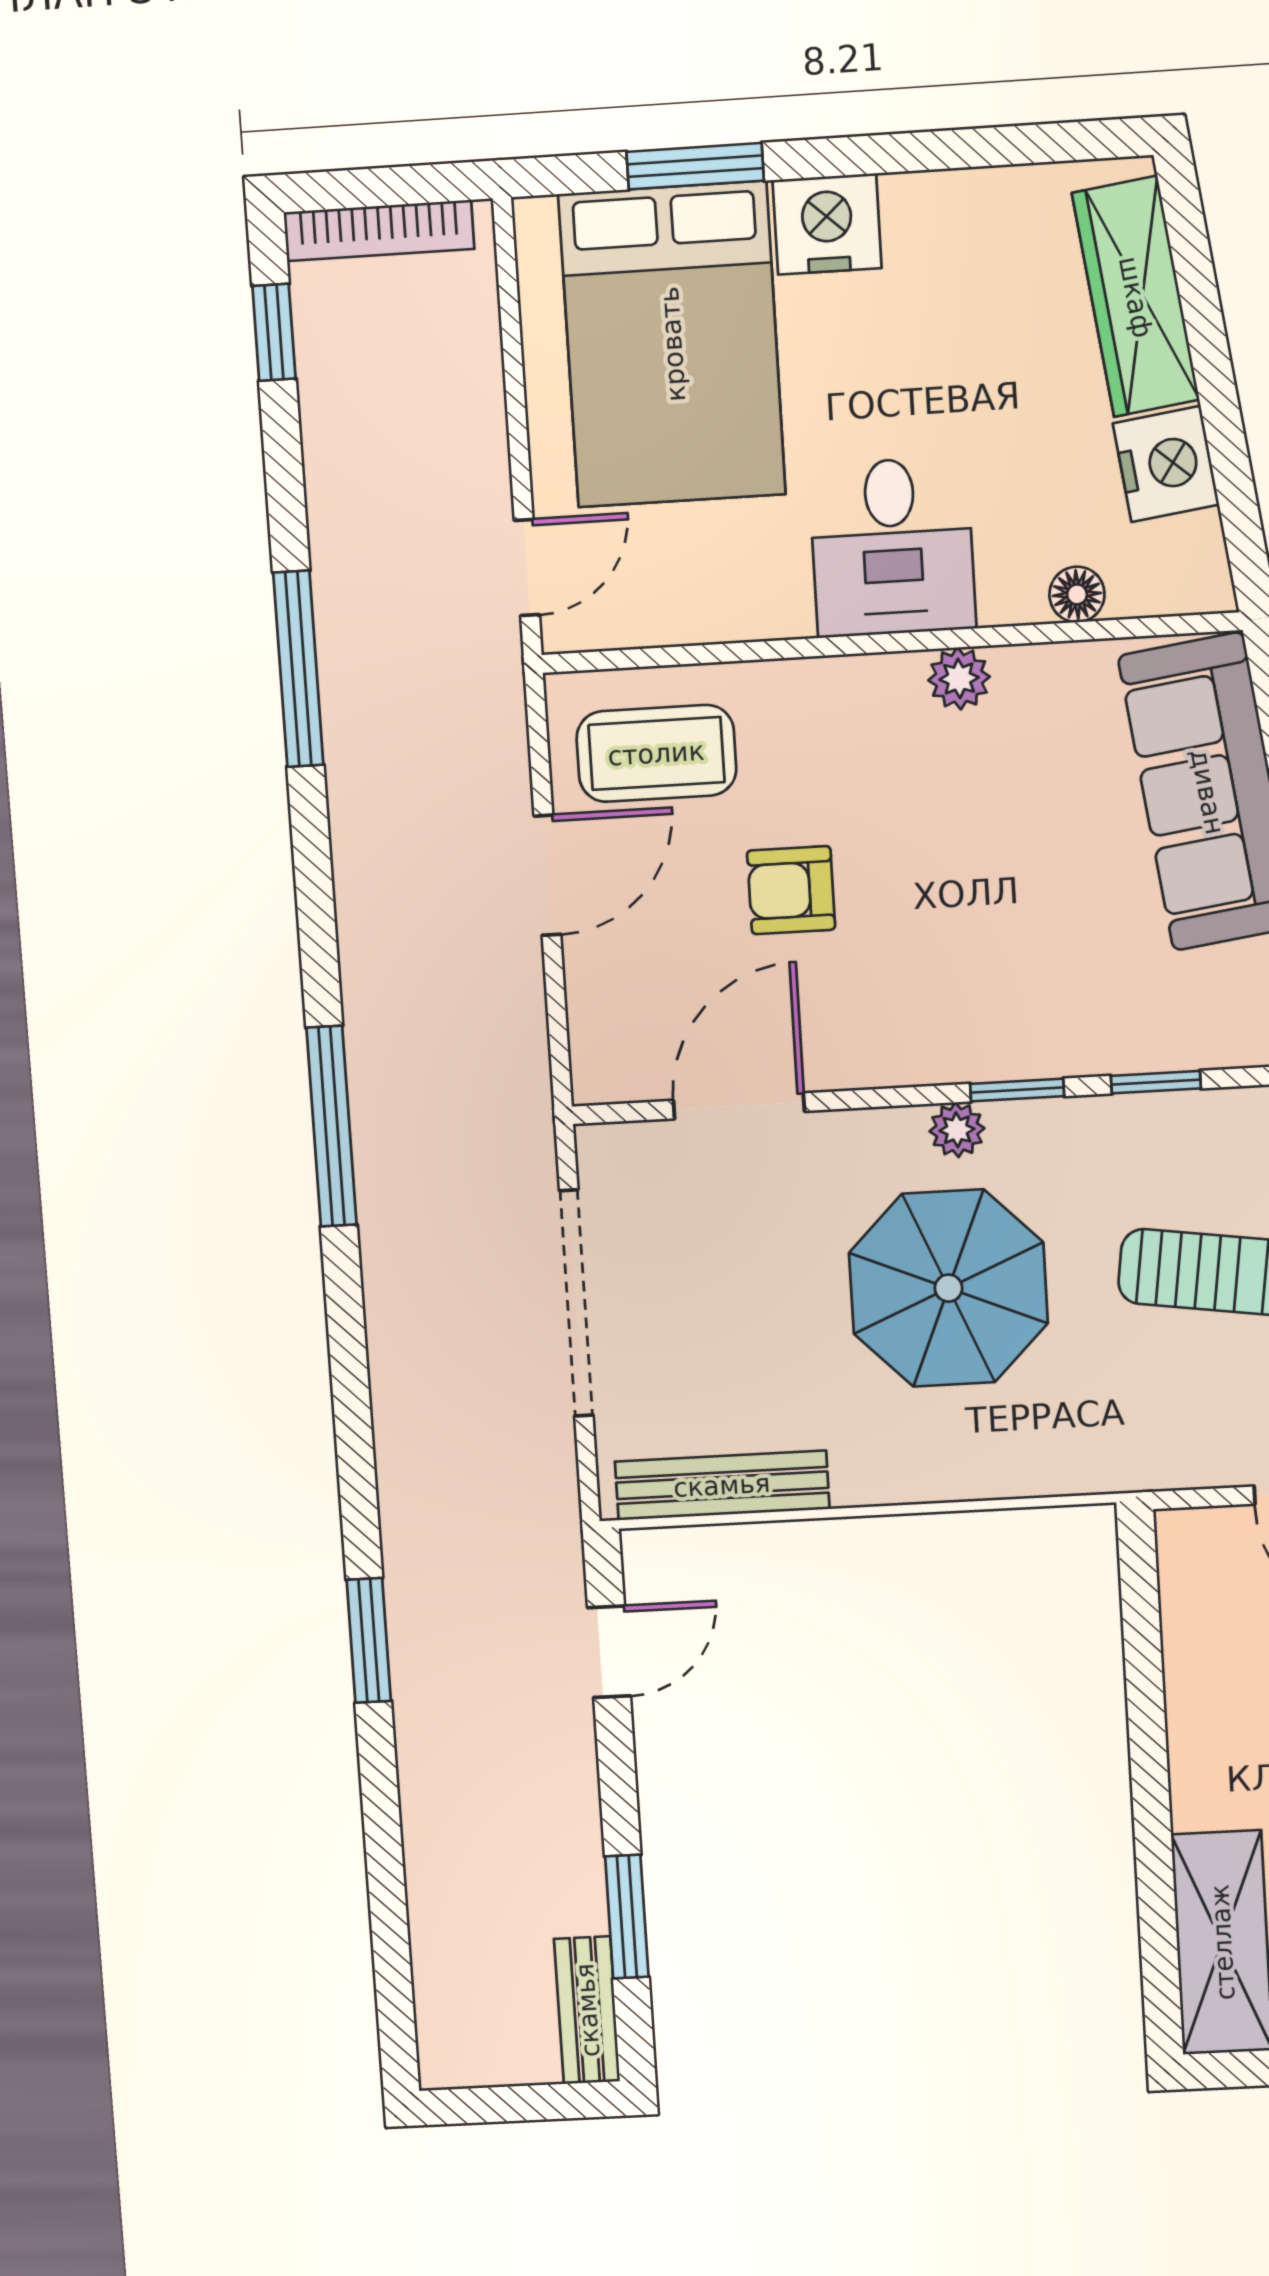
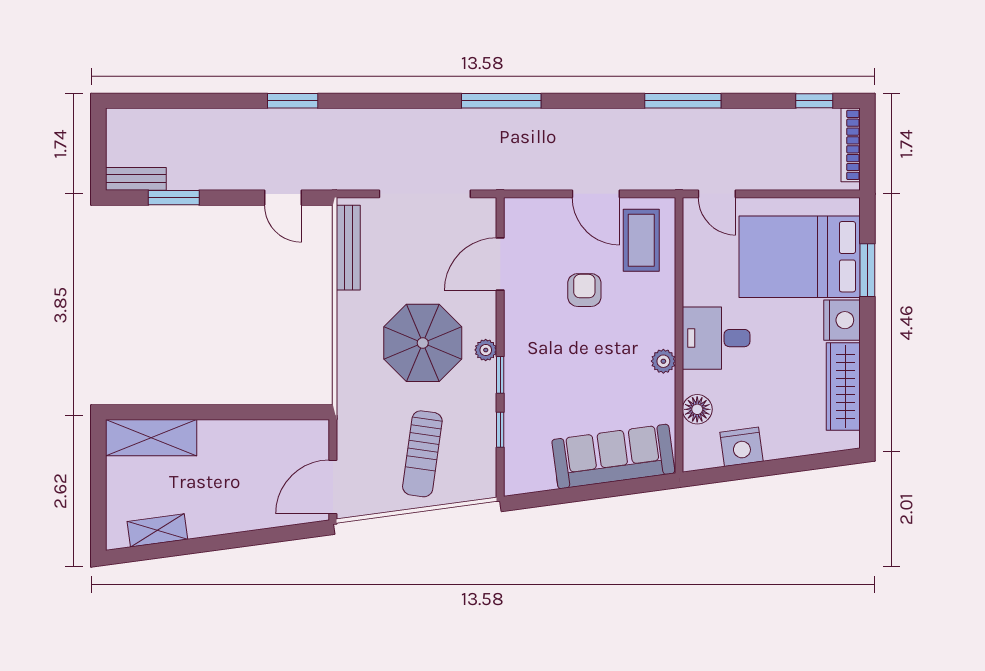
wardrobe: (1136, 297) -> (843, 386), moved, turned -82
floor lamp: (1077, 594) -> (697, 409), width x1.37, depth x1.37
door: (739, 1106) -> (500, 264), swing flipped

